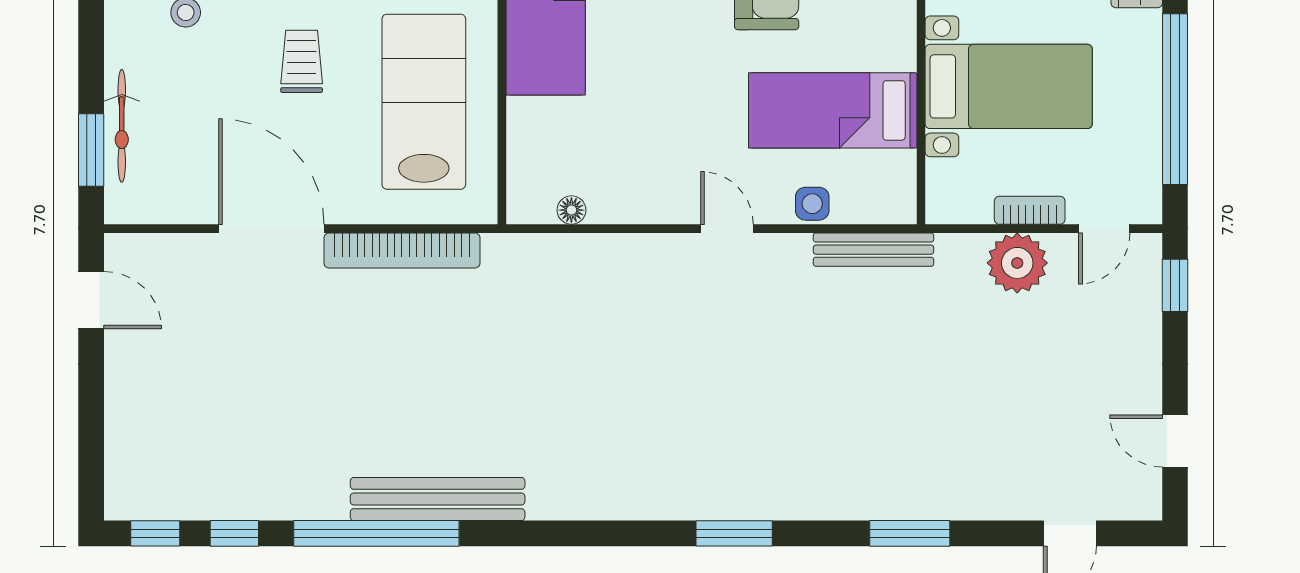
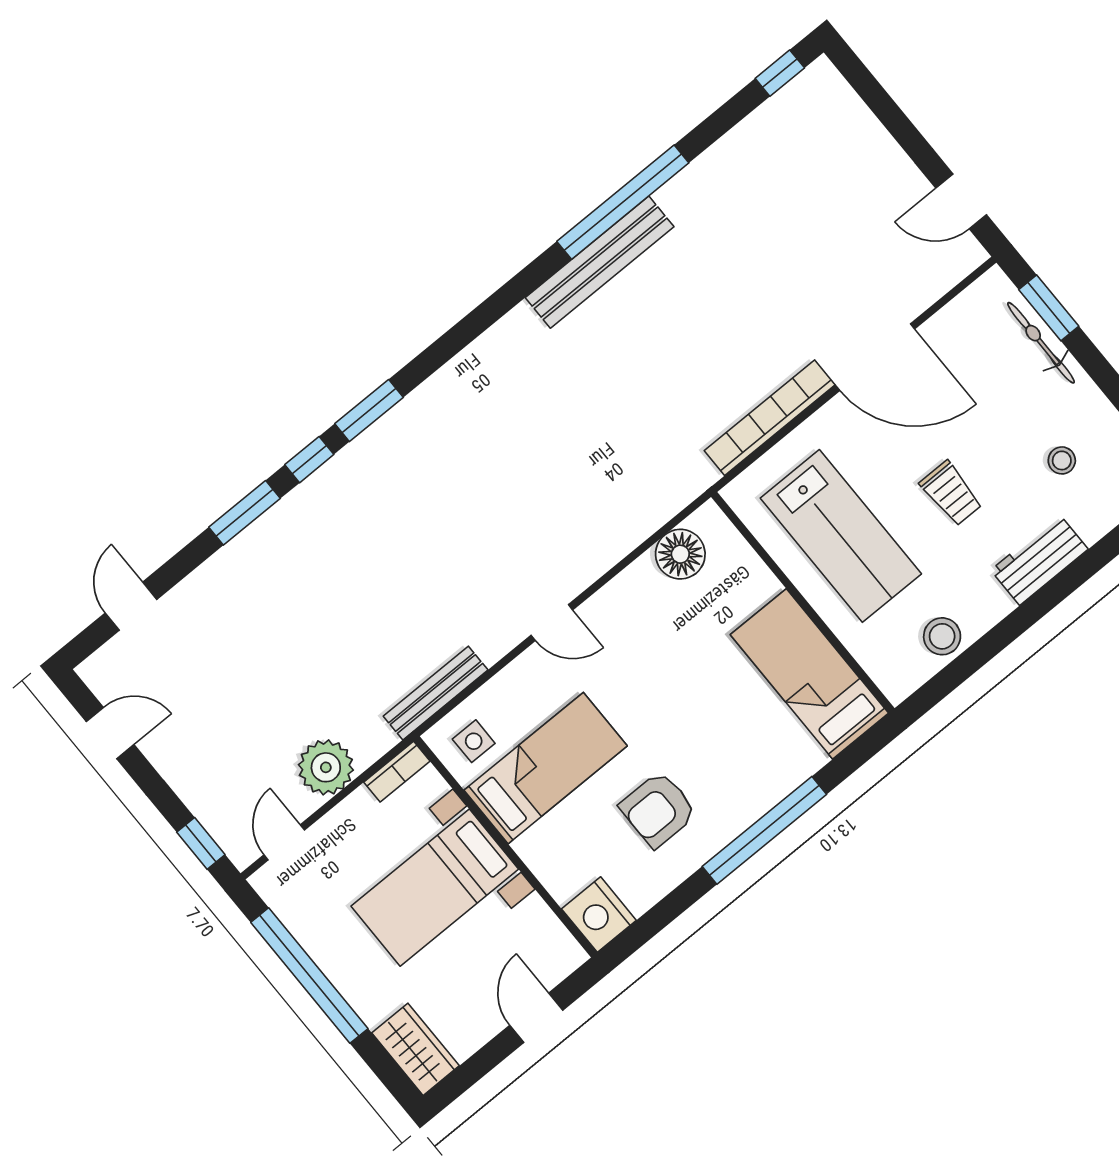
side table: (812, 204) -> (474, 741), moved
floor lamp: (571, 210) -> (680, 554), width x1.89, depth x1.89
bookcase: (1030, 210) -> (397, 772), moved
window: (234, 533) -> (309, 460), moved

